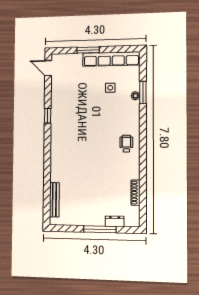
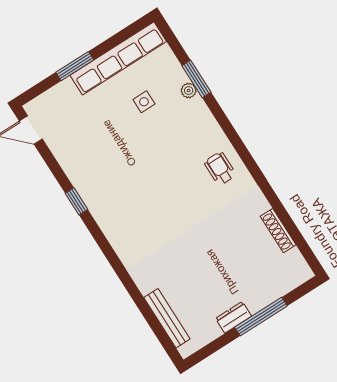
dresser: (115, 221) -> (234, 317), moved

